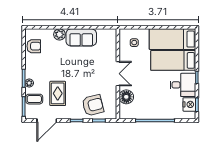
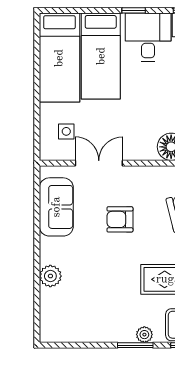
sofa: (81, 37) -> (56, 207), moved
armchair: (34, 46) -> (120, 219), moved, turned -90
double door: (118, 74) -> (99, 163), moved

